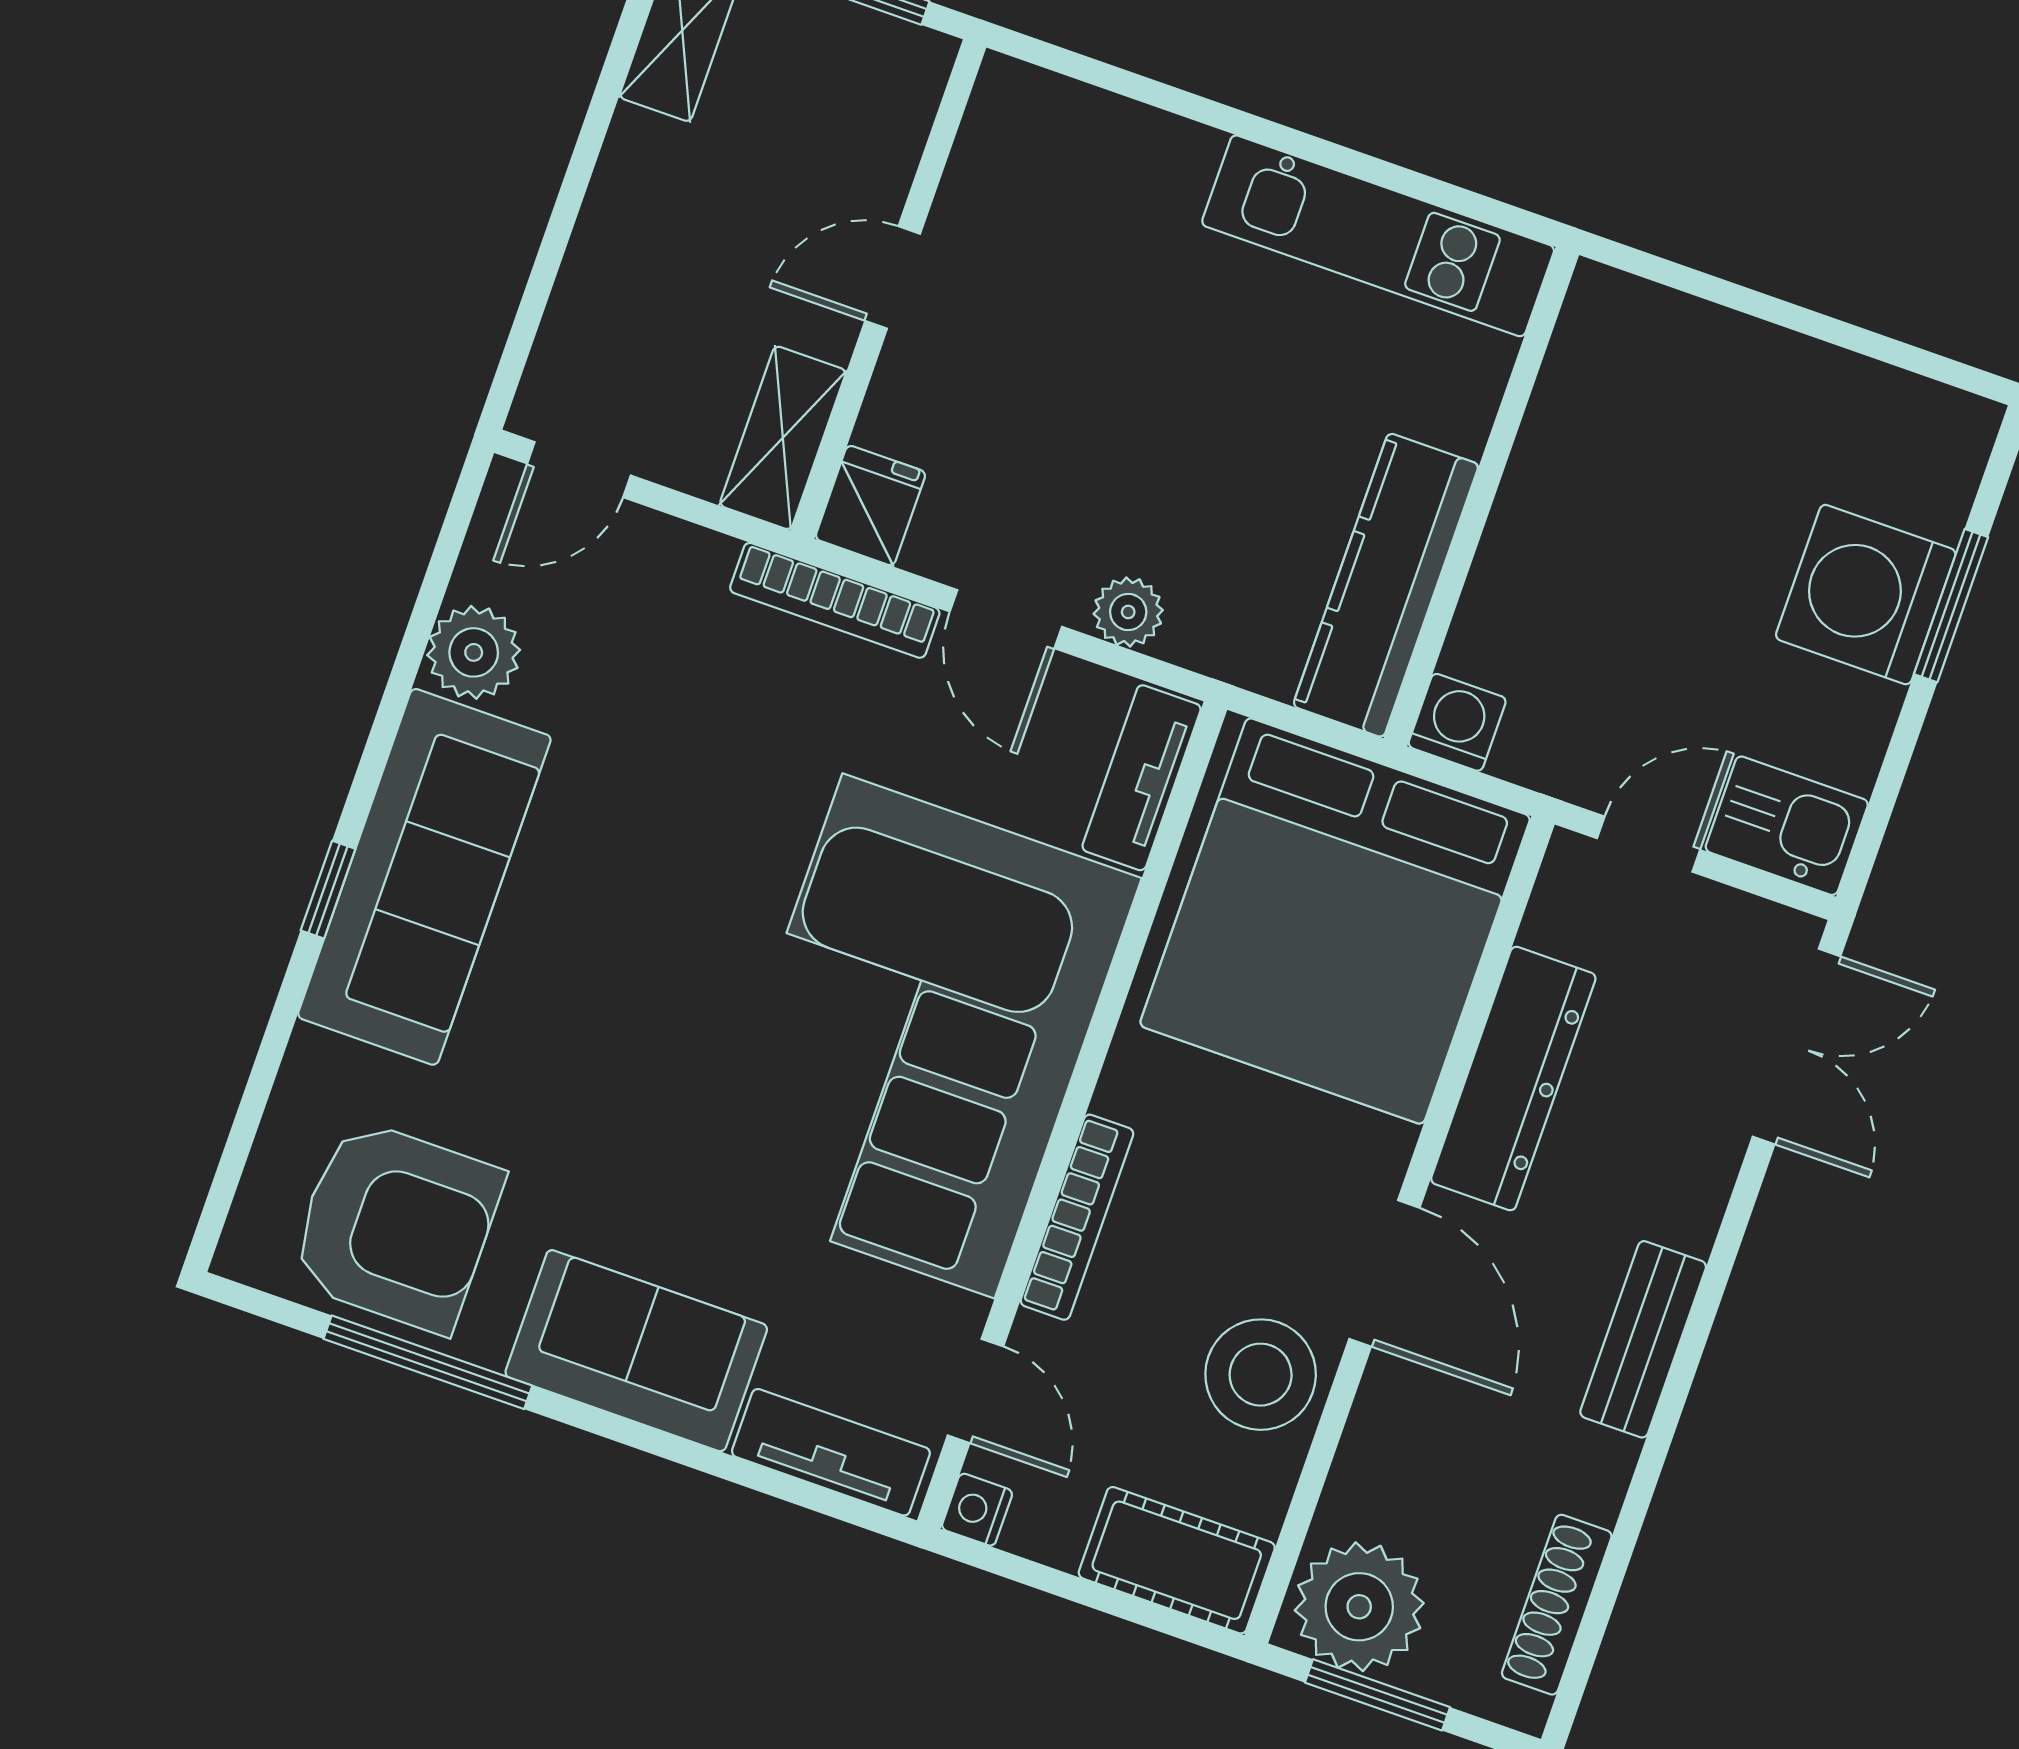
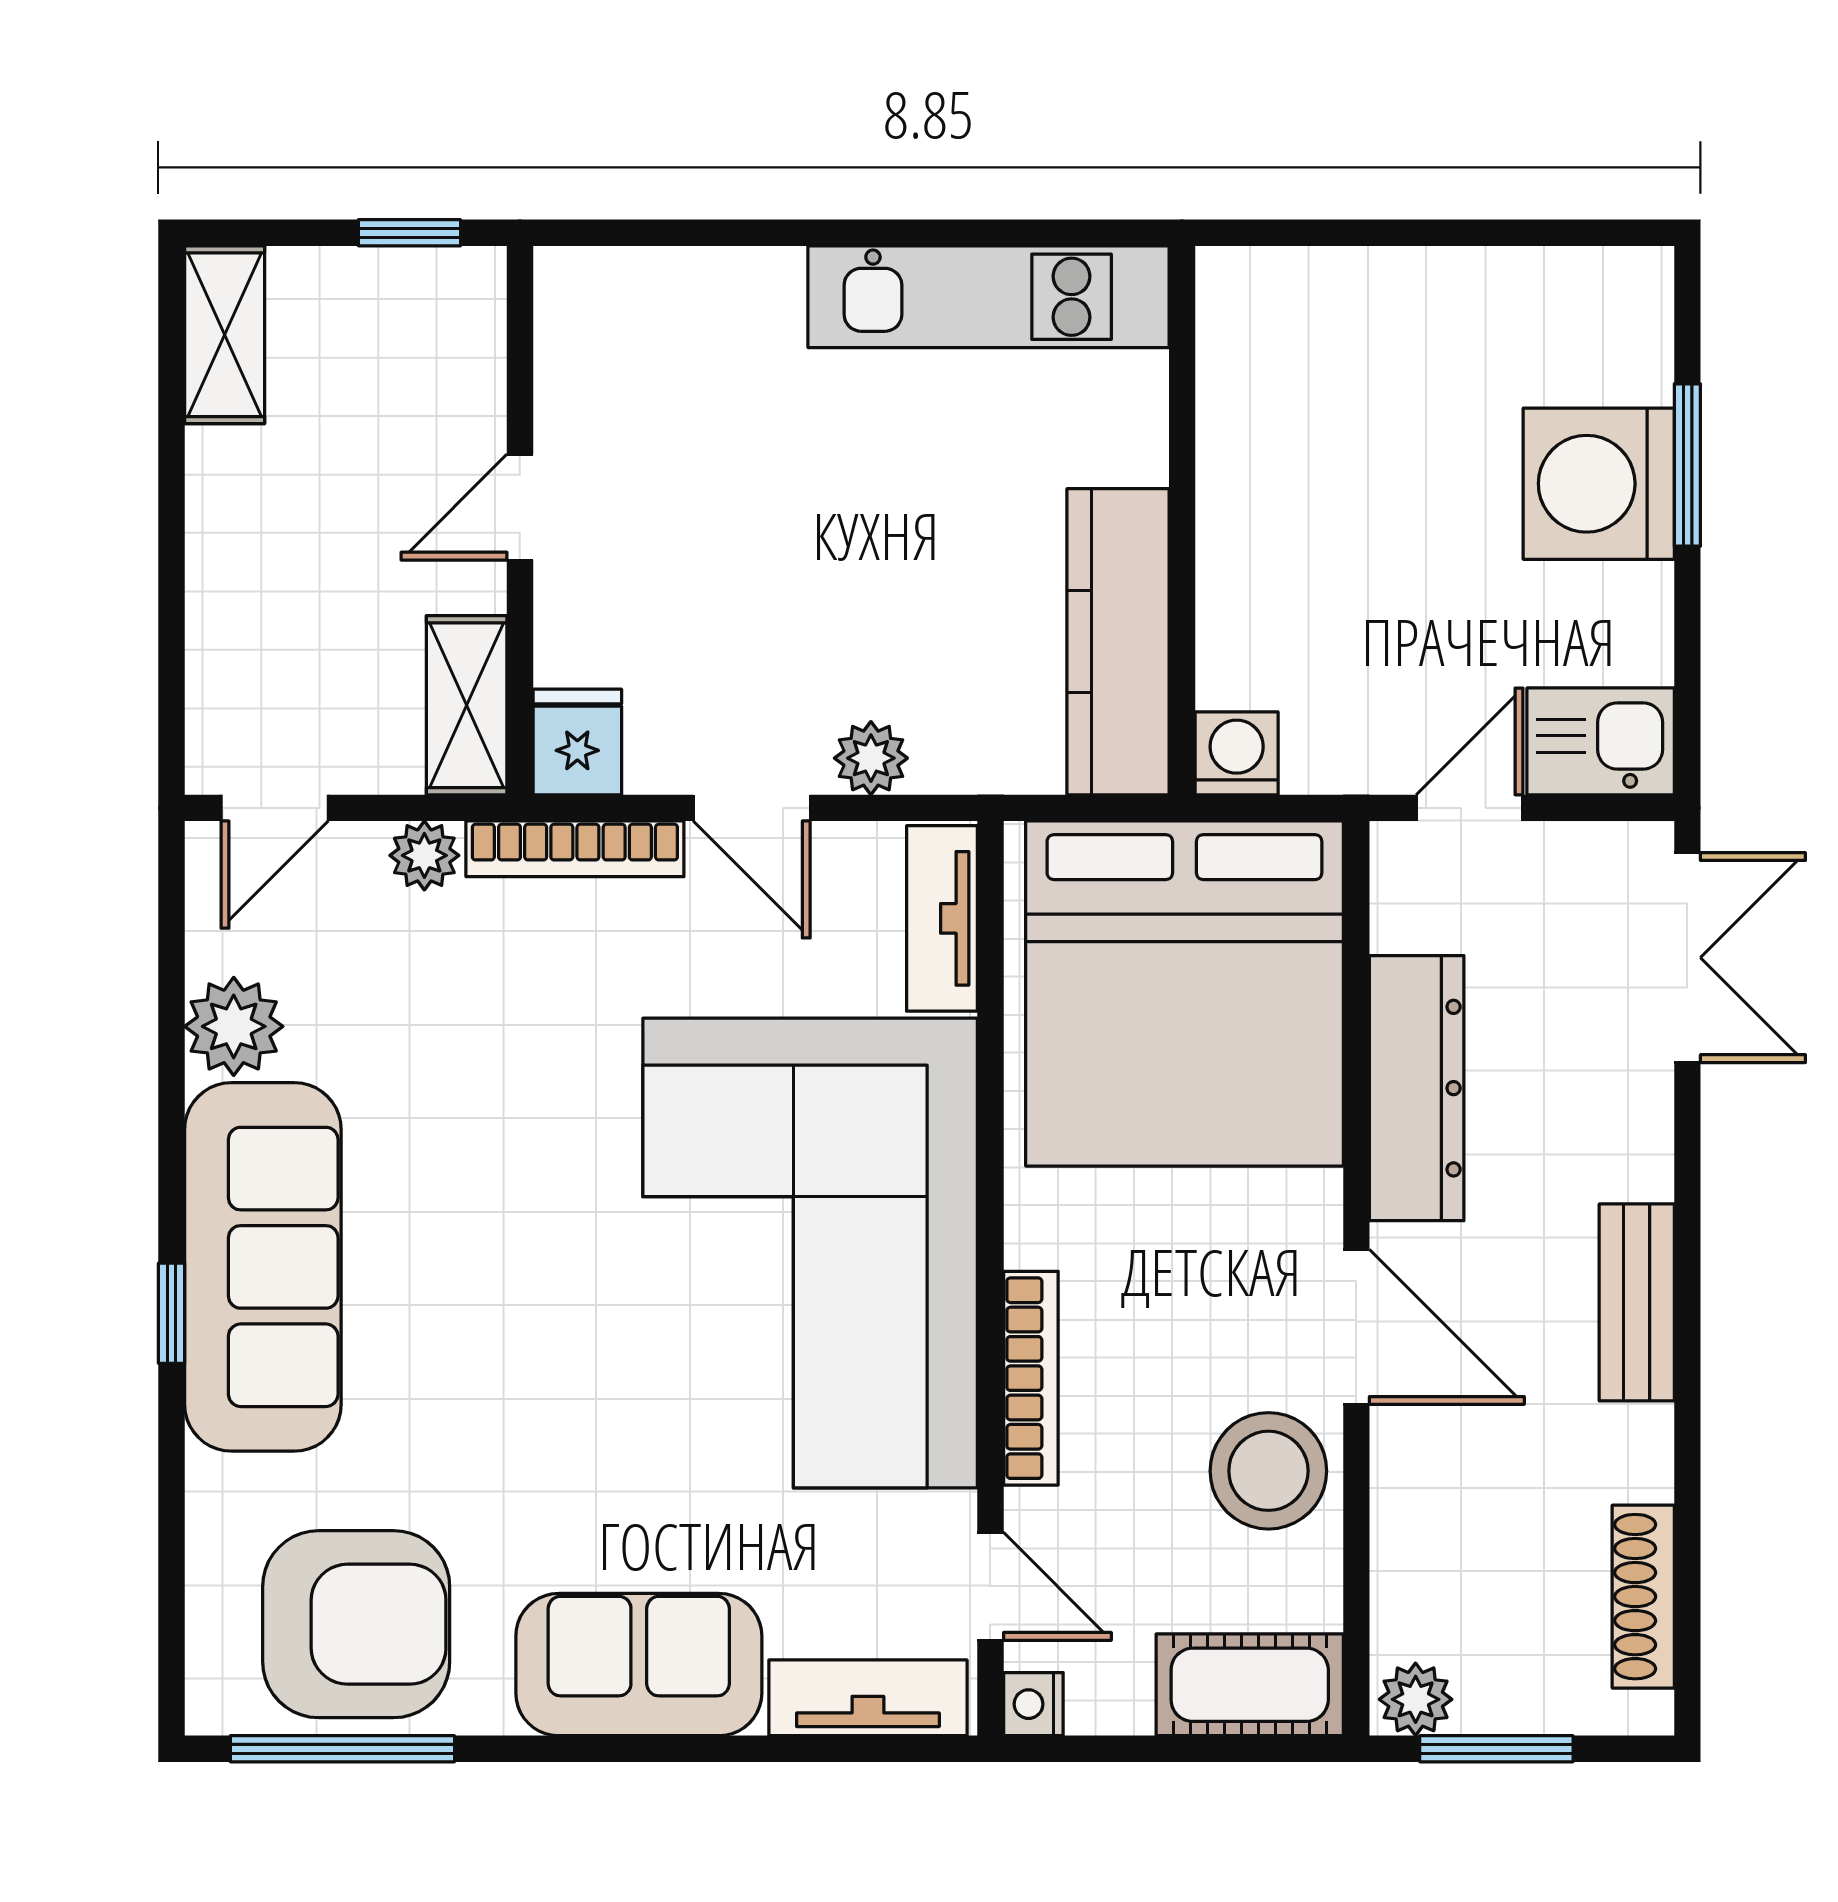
plant: (698, 559) -> (424, 855), added
window: (428, 1362) -> (342, 1749), moved
plant: (1359, 1607) -> (1416, 1699), width x0.53, depth x0.53

